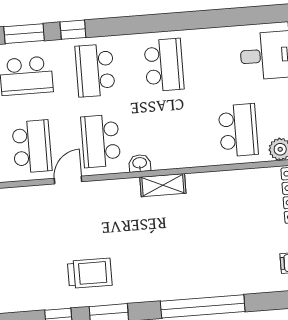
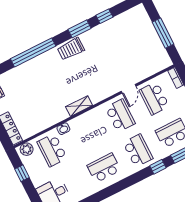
school desk: (164, 65) -> (104, 168), turned 90
washbasin: (140, 163) -> (63, 129), moved
trolley: (90, 273) -> (71, 49), moved

